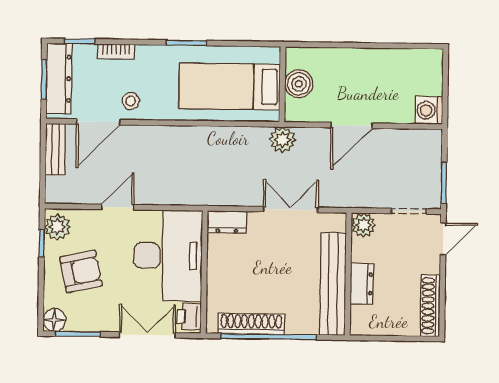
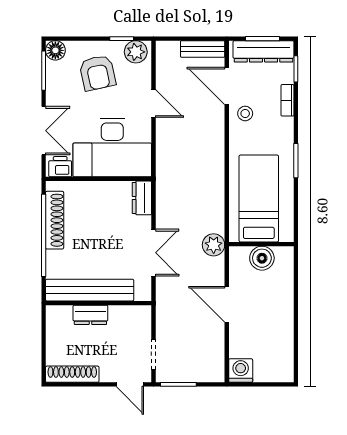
plant: (363, 225) -> (141, 316), removed

